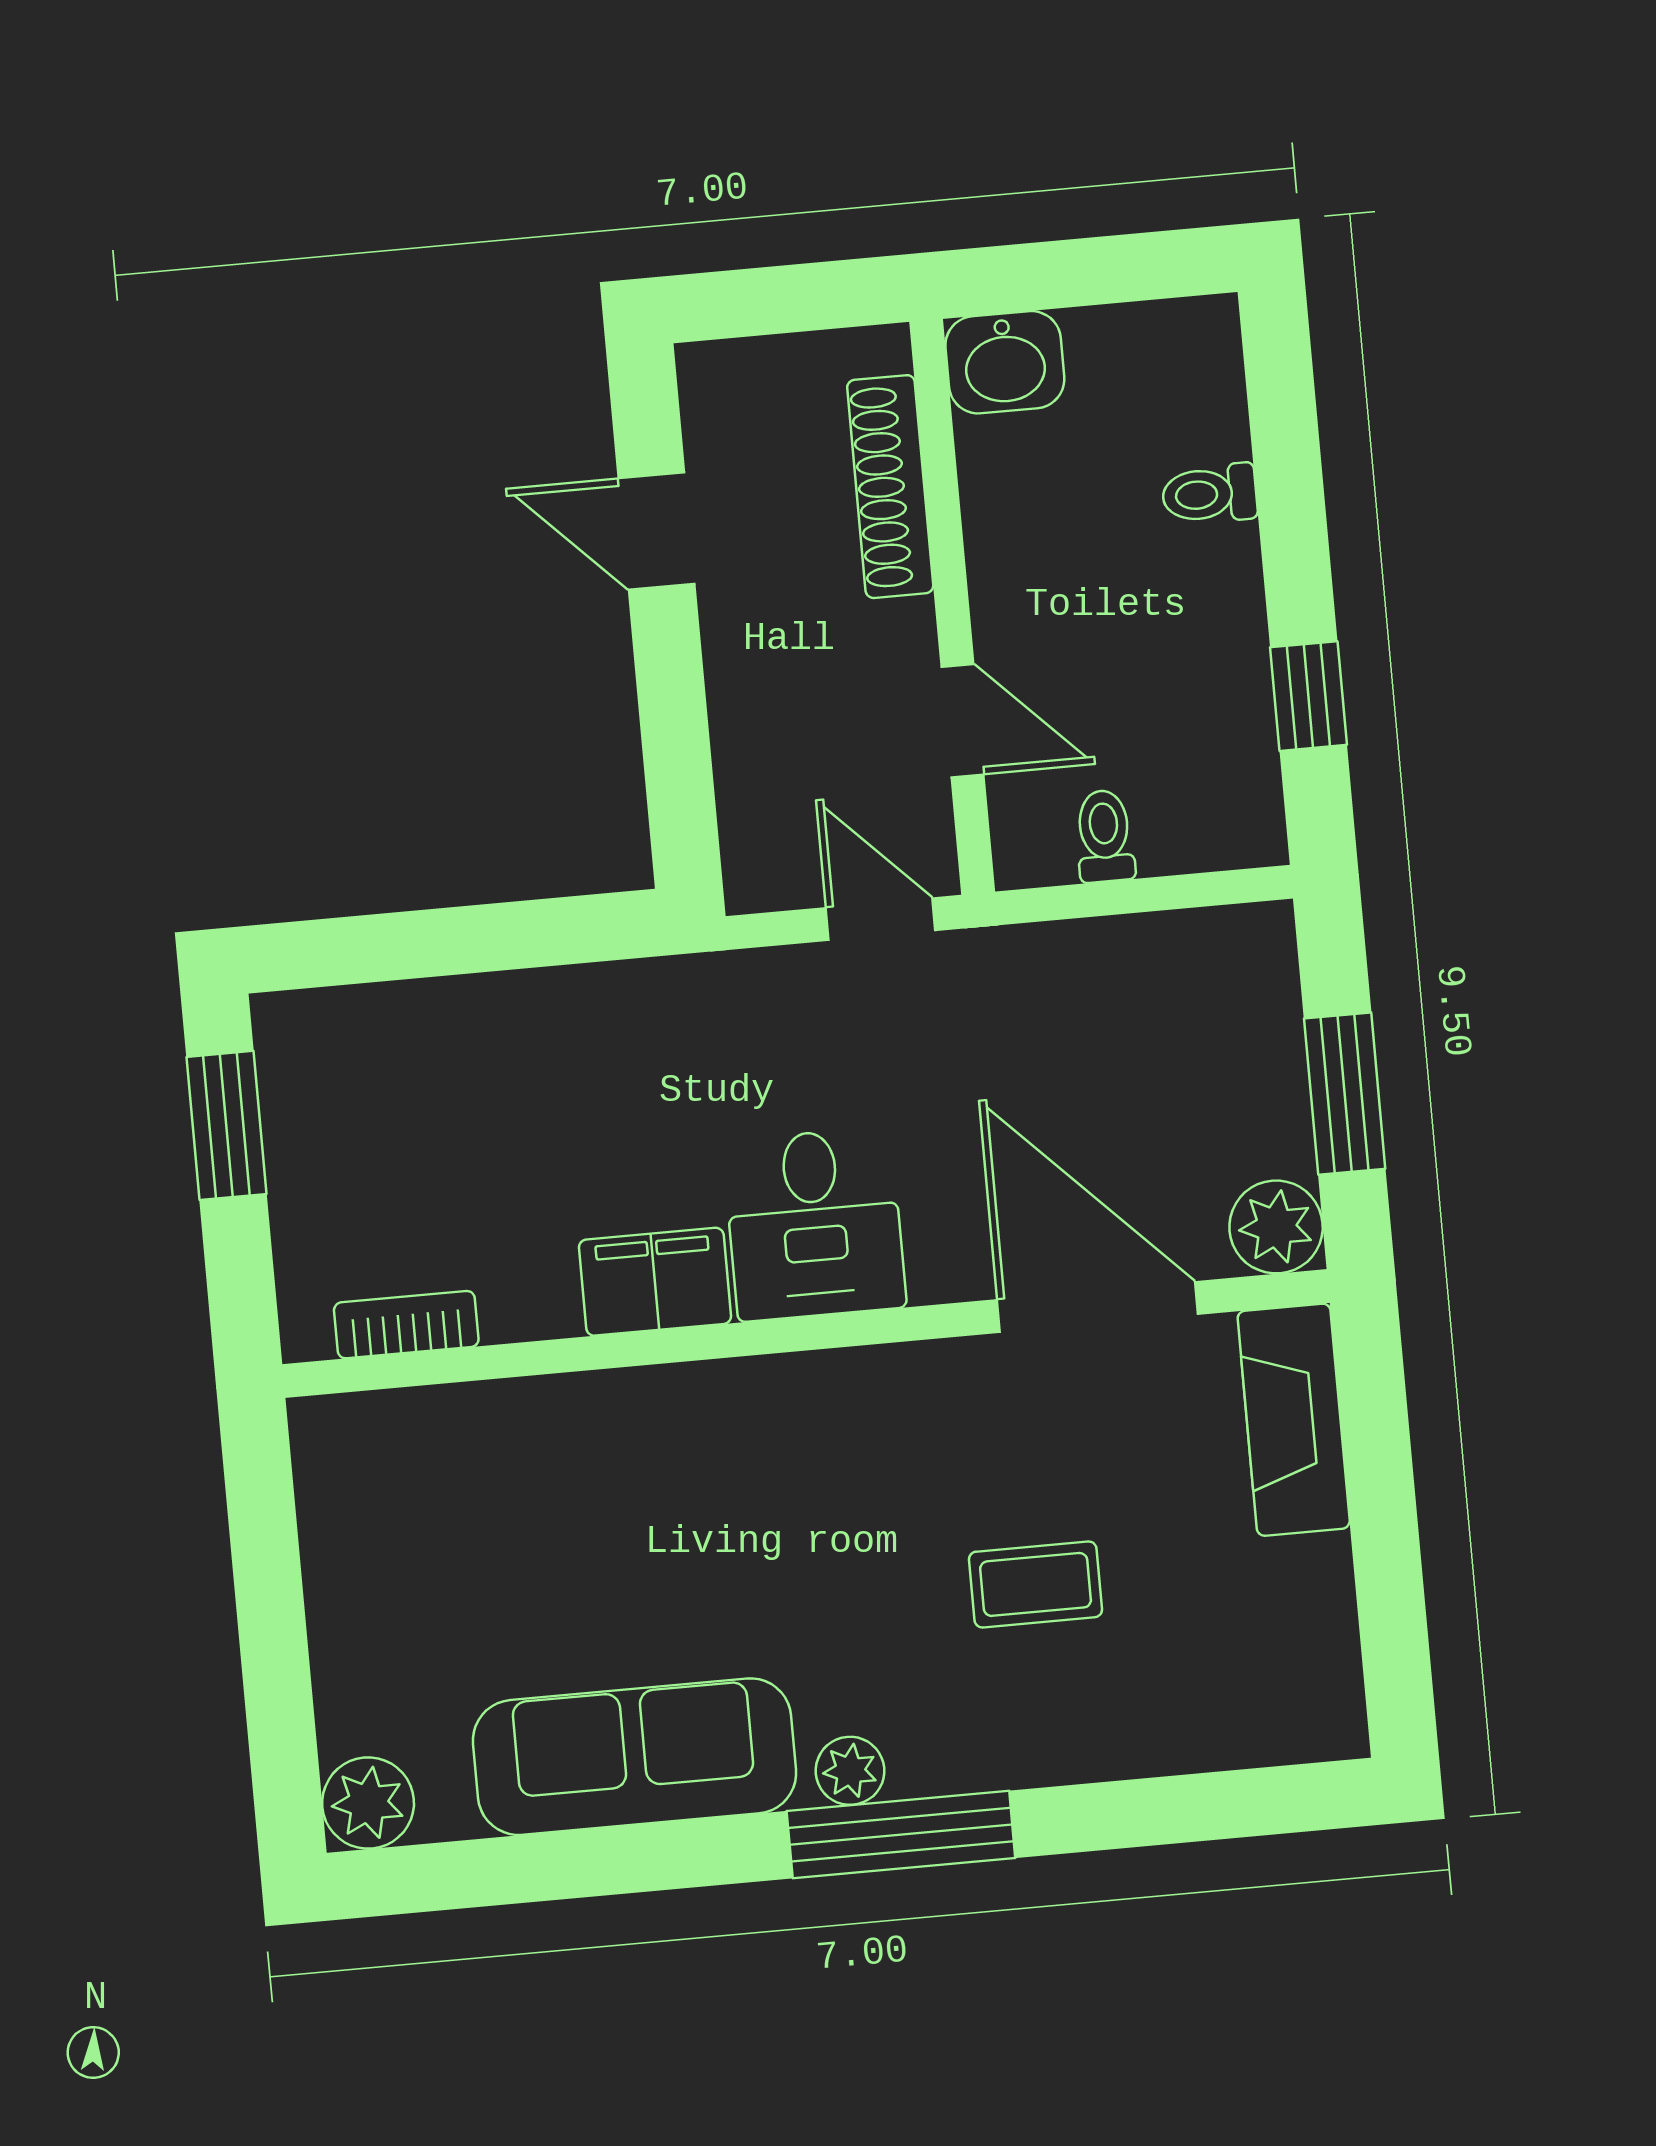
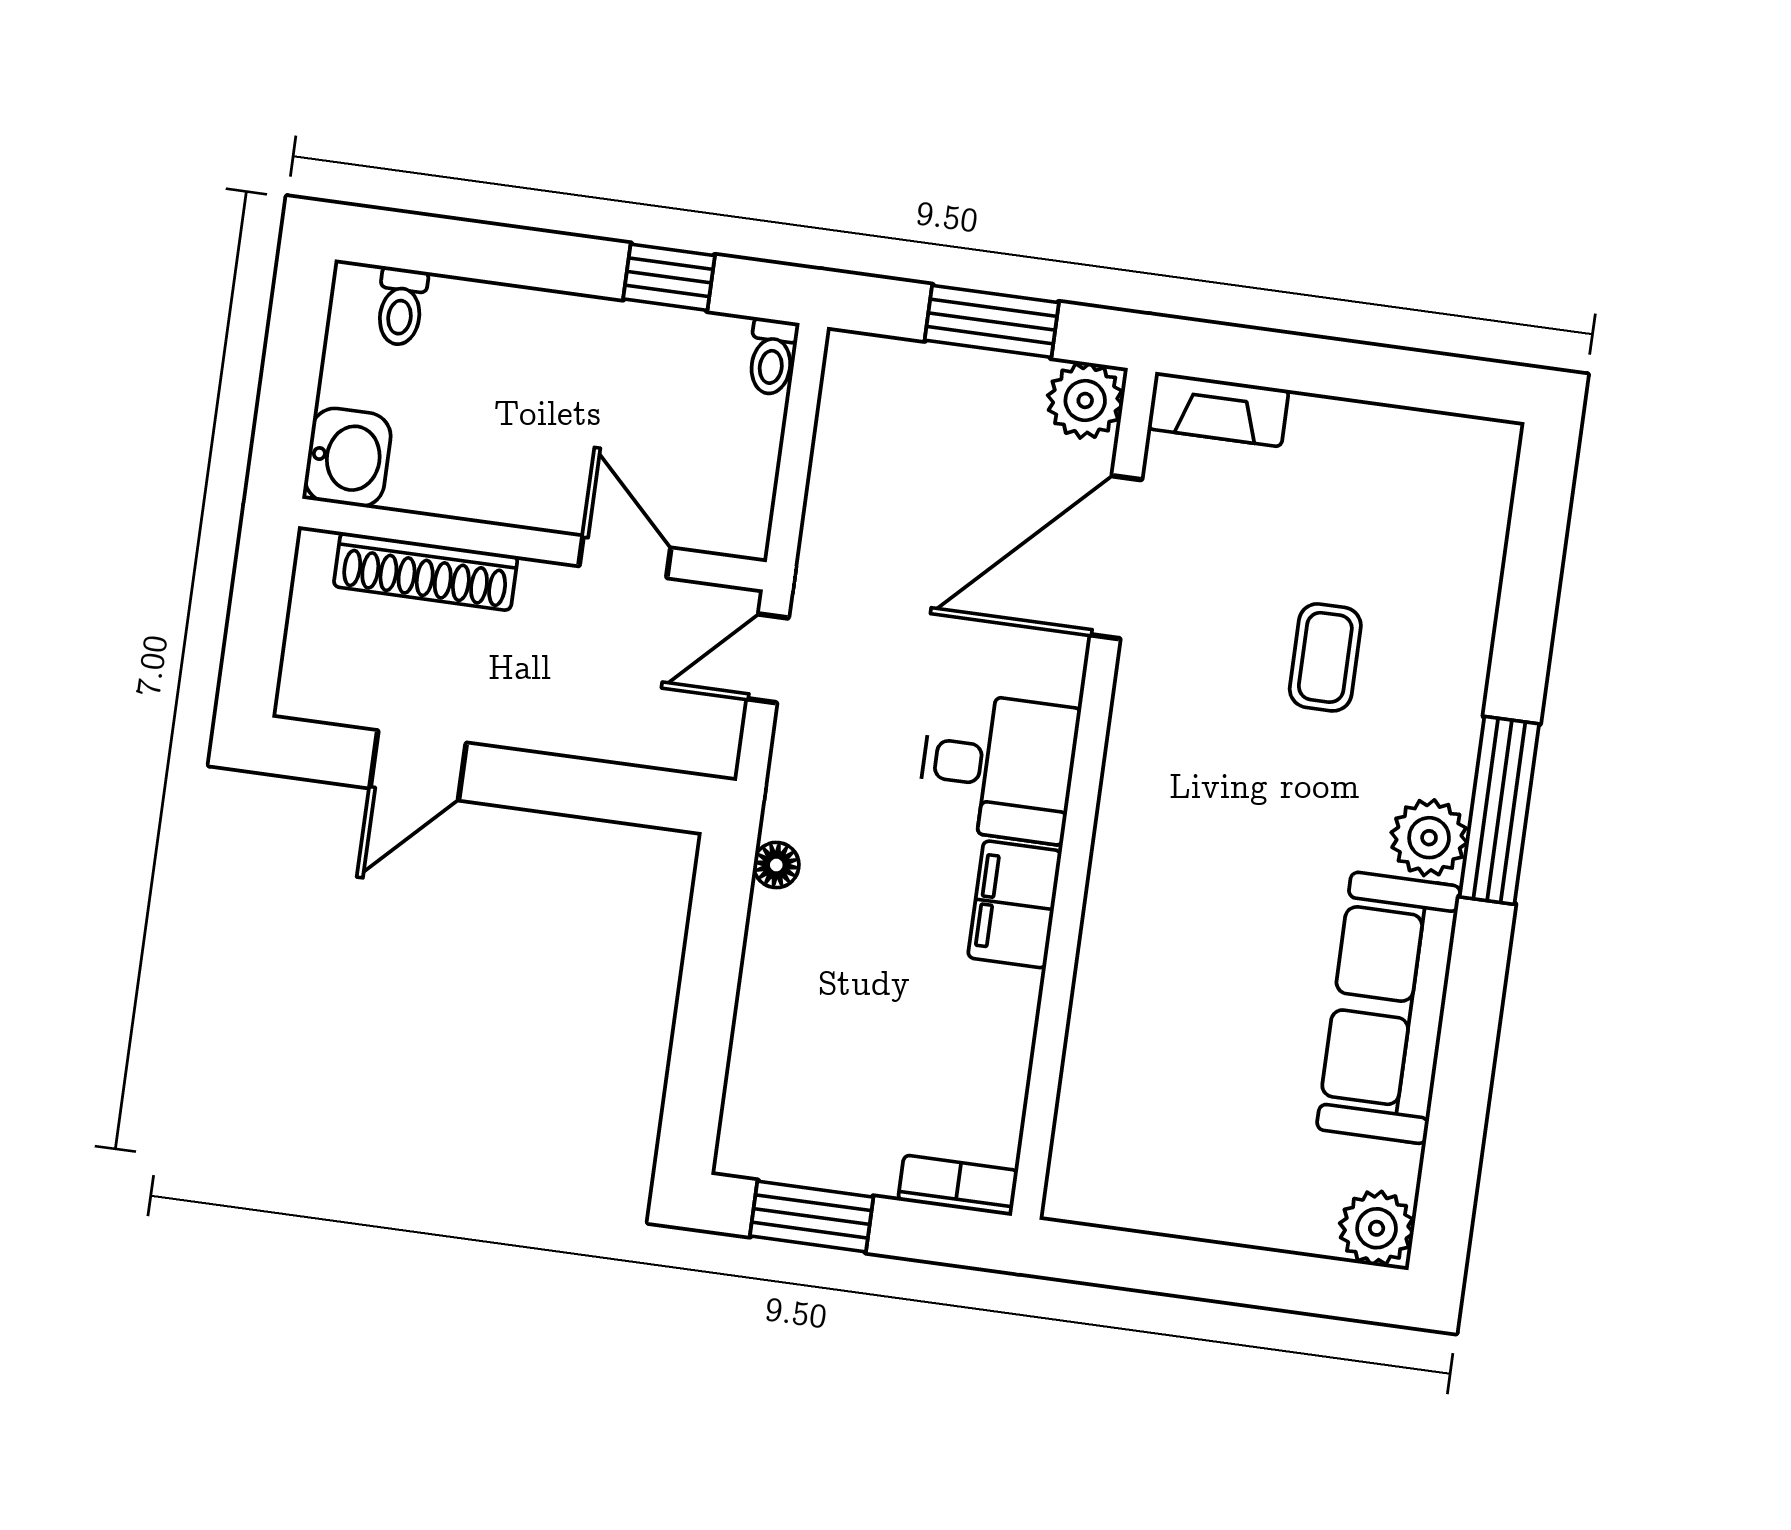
toilet: (1210, 494) -> (401, 307), moved
door: (963, 721) -> (625, 557), hinge flipped
toilet: (1105, 836) -> (772, 357), moved, turned -90
floor lamp: (636, 986) -> (776, 865), added
bookcase: (406, 1325) -> (958, 1185), moved, turned 90
fireplace: (1294, 1420) -> (1218, 409), width x0.73, depth x0.76
plant: (850, 1771) -> (1429, 838), width x1.38, depth x1.38

